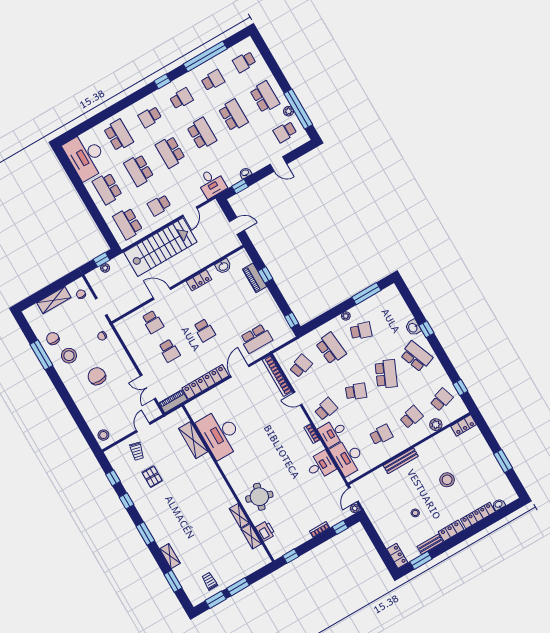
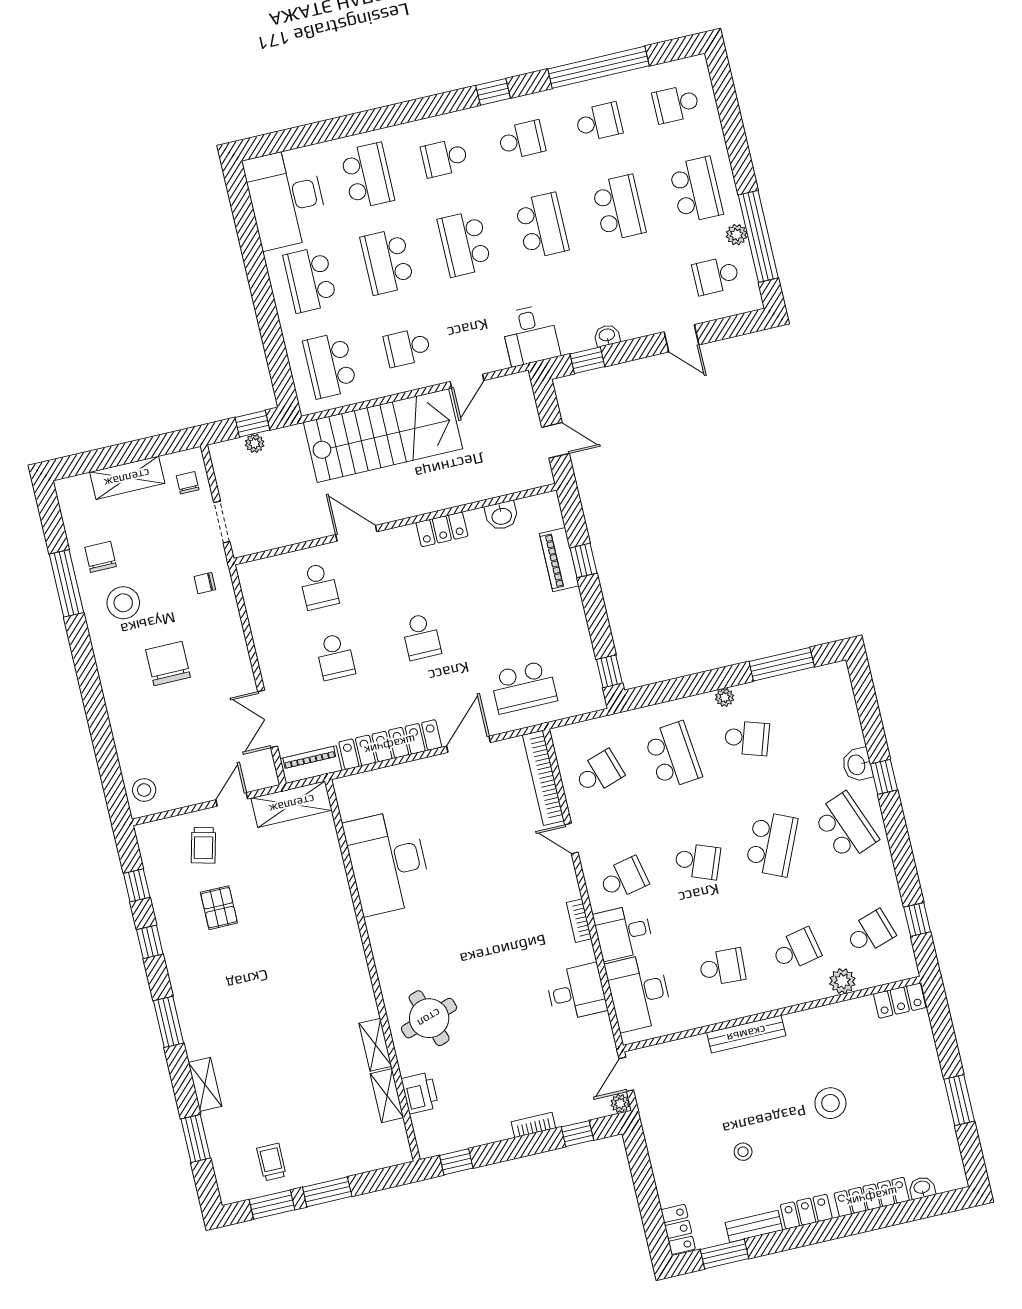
shelving: (193, 440) -> (292, 804), moved, turned 90
round table: (259, 497) -> (429, 1018), turned -36

